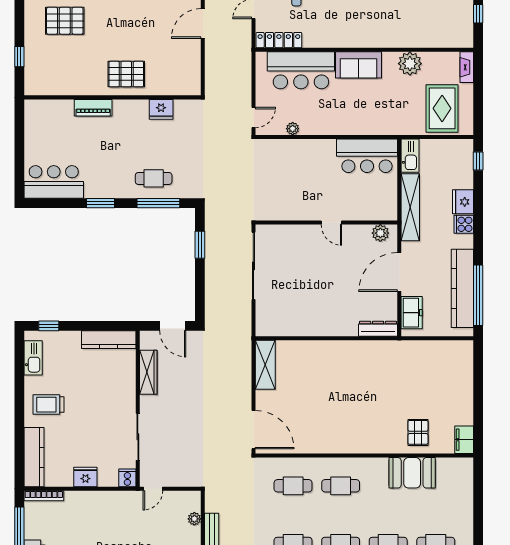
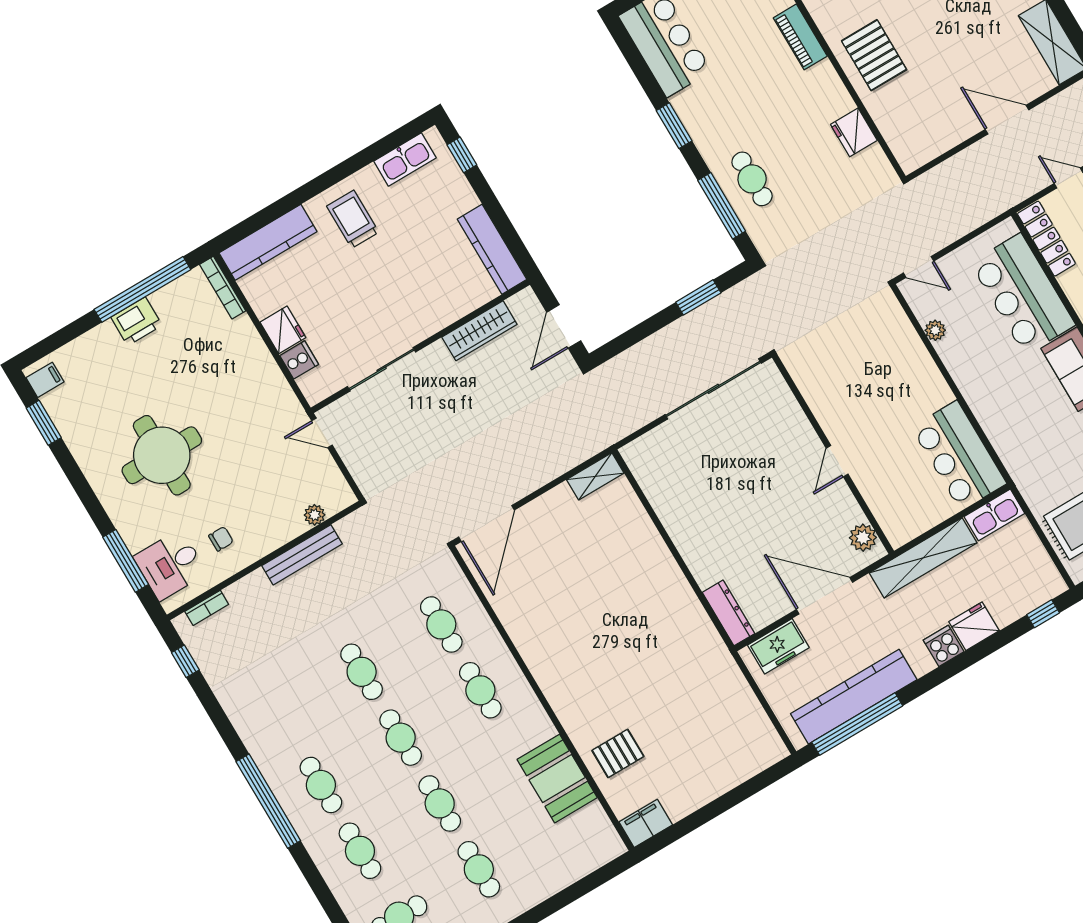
shelving: (265, 365) -> (595, 476), width x0.67, depth x0.75
cooker: (127, 478) -> (299, 360), moved

